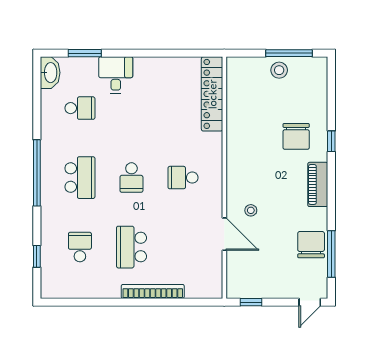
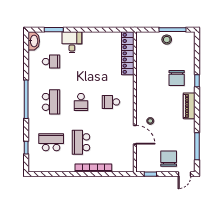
chair: (311, 245) -> (169, 159), moved
school desk: (80, 247) -> (51, 142), width x1.85

